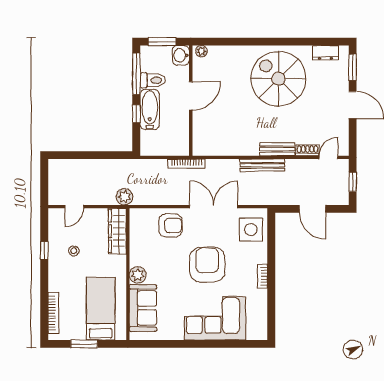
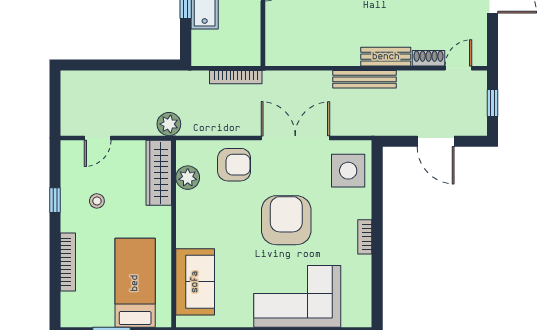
bookcase: (187, 164) -> (236, 77), moved
plant: (138, 275) -> (188, 178), moved
bookcase: (53, 313) -> (68, 262), moved

